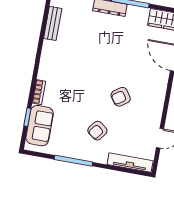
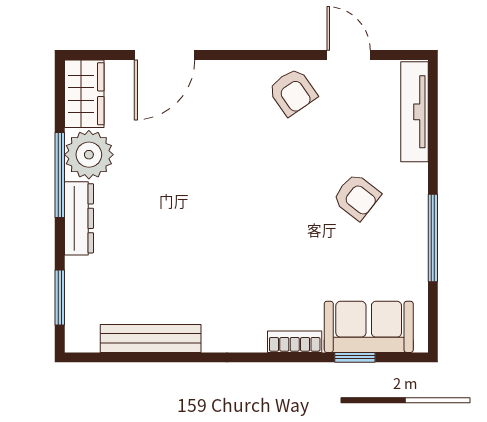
plant: (137, 17) -> (89, 155), added
bench: (53, 23) -> (151, 338), width x1.36
armchair: (121, 97) -> (293, 92), moved

